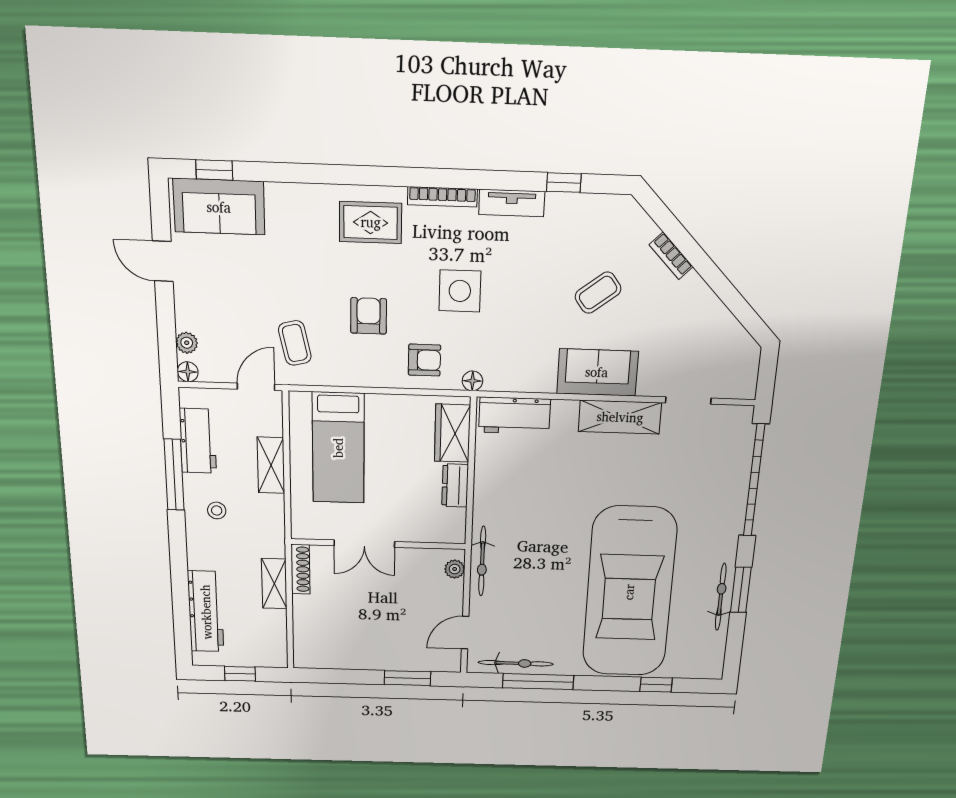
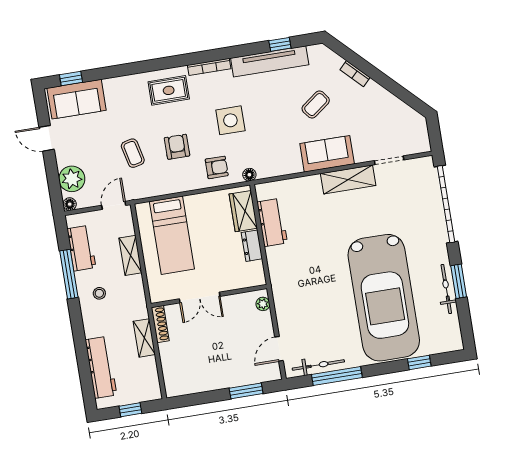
tv unit: (512, 203) -> (270, 61), width x1.92, depth x1.29
plant: (187, 343) -> (72, 179), width x1.88, depth x1.88
coffee table: (295, 343) -> (133, 153), moved
workbench: (514, 416) -> (272, 222), moved, turned -90
bicycle: (482, 561) -> (280, 295), removed

